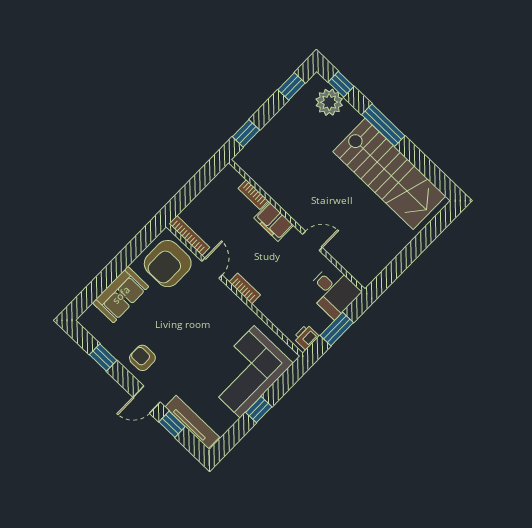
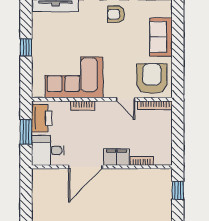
door: (312, 241) -> (85, 167), width x1.88
bookcase: (245, 288) -> (83, 106), moved
printer: (306, 337) -> (42, 118), width x1.87, depth x1.48
armchair: (142, 358) -> (116, 14), turned 180
corner sofa: (247, 372) -> (74, 77), moved, turned -90

